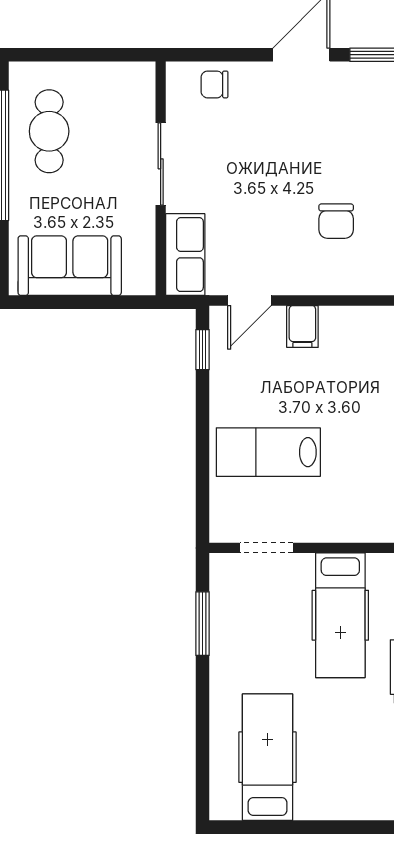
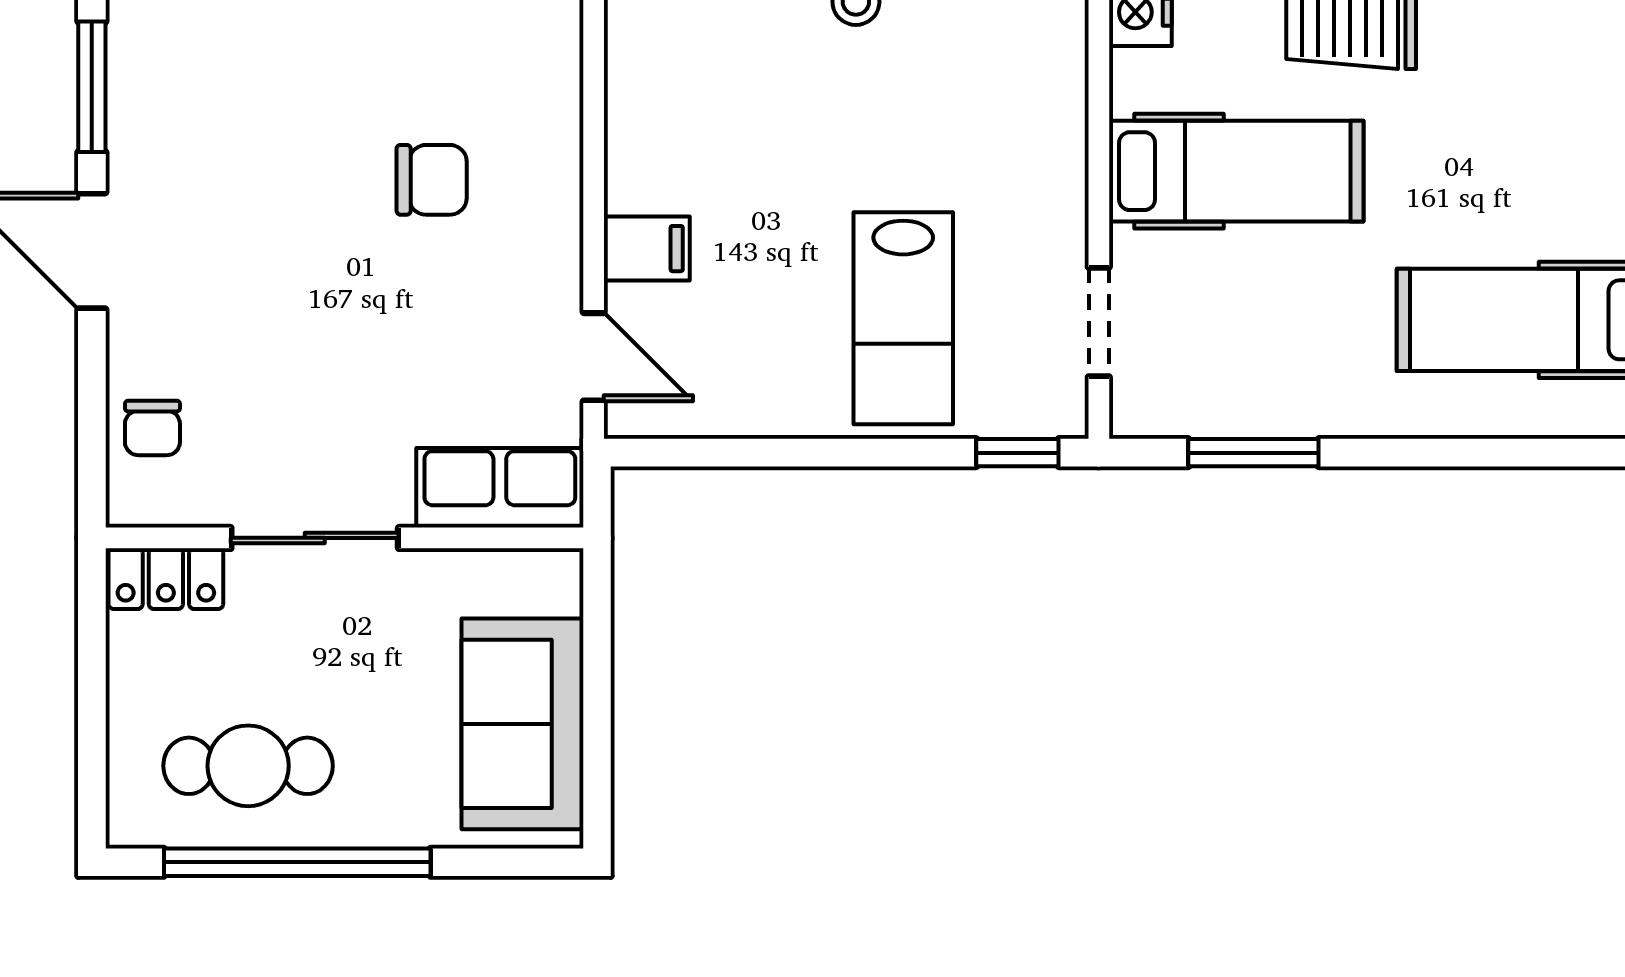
locker: (141, 91) -> (166, 579), added
window: (202, 350) -> (1017, 453), moved

